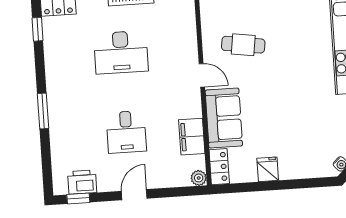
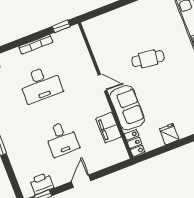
cafe table: (243, 45) -> (148, 59), moved
plant: (199, 178) -> (123, 155), removed

